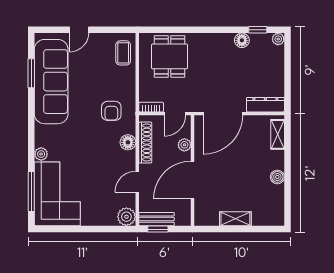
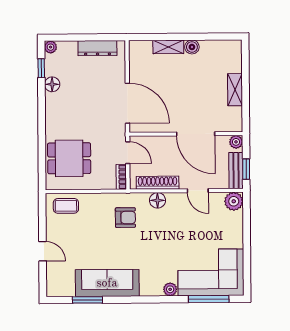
sofa: (51, 82) -> (107, 283), width x0.74, depth x0.79
dresser: (265, 105) -> (97, 48), moved, turned -90
shelving: (278, 134) -> (168, 47), moved
plant: (184, 145) -> (236, 142), moved

